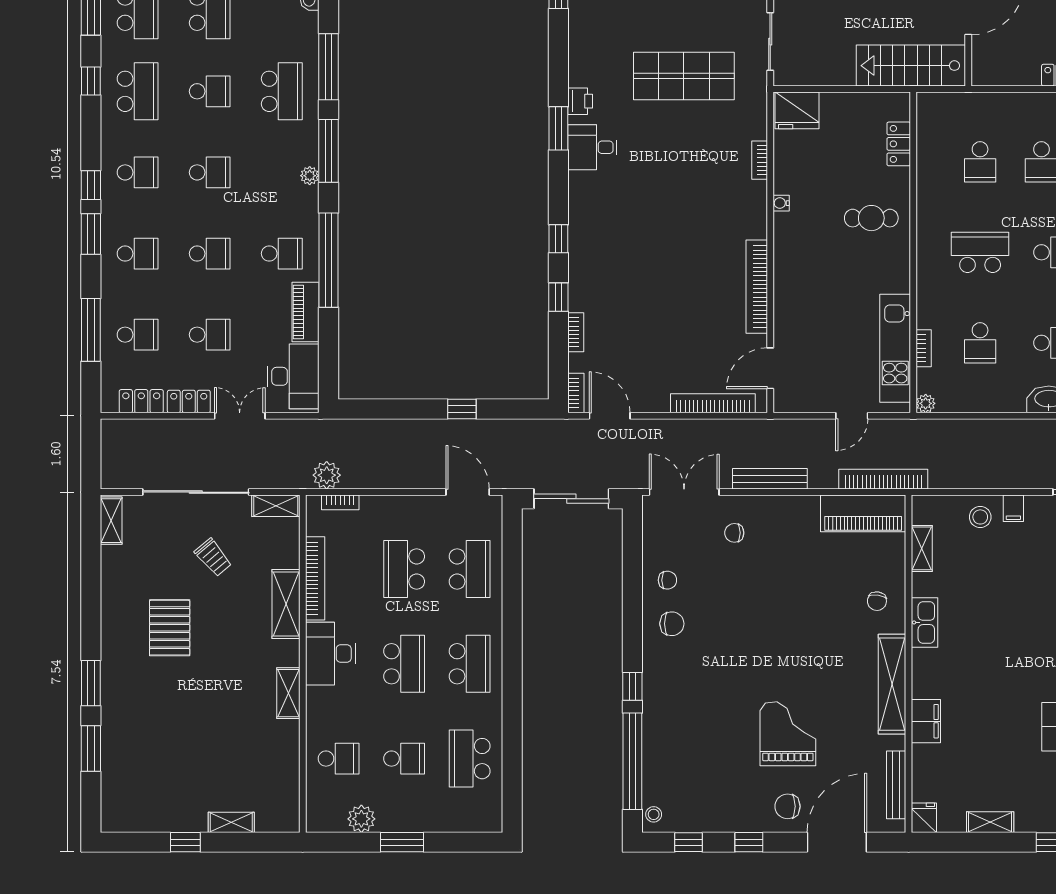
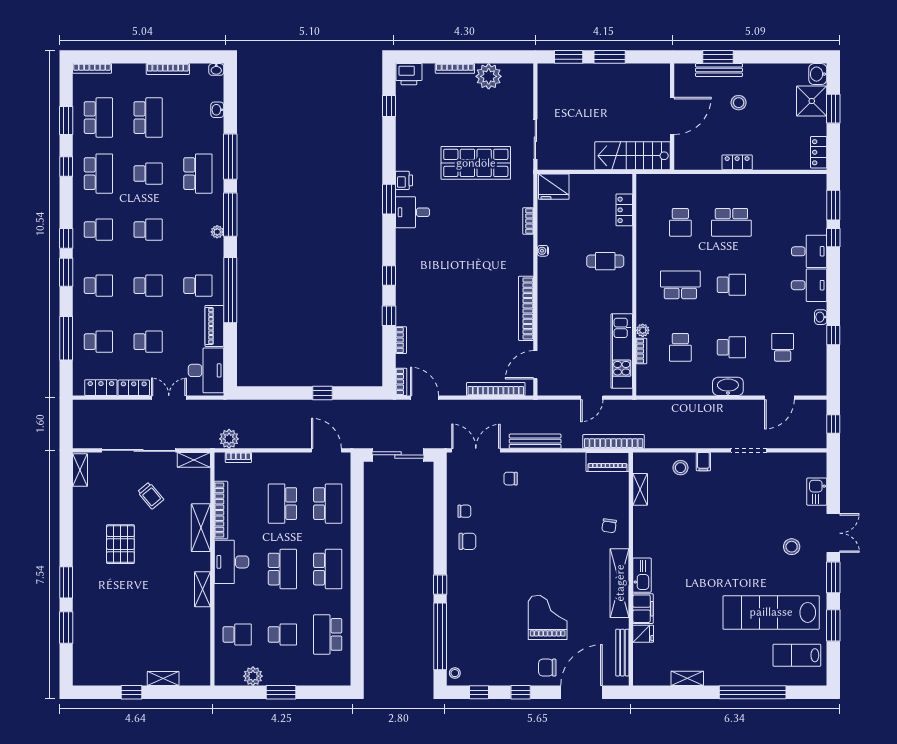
plant: (926, 403) -> (643, 330), moved
piano: (863, 513) -> (607, 462), width x0.73, depth x0.75
kitchen sink: (925, 622) -> (642, 575), moved
fridge: (924, 818) -> (643, 634), moved, turned 90

